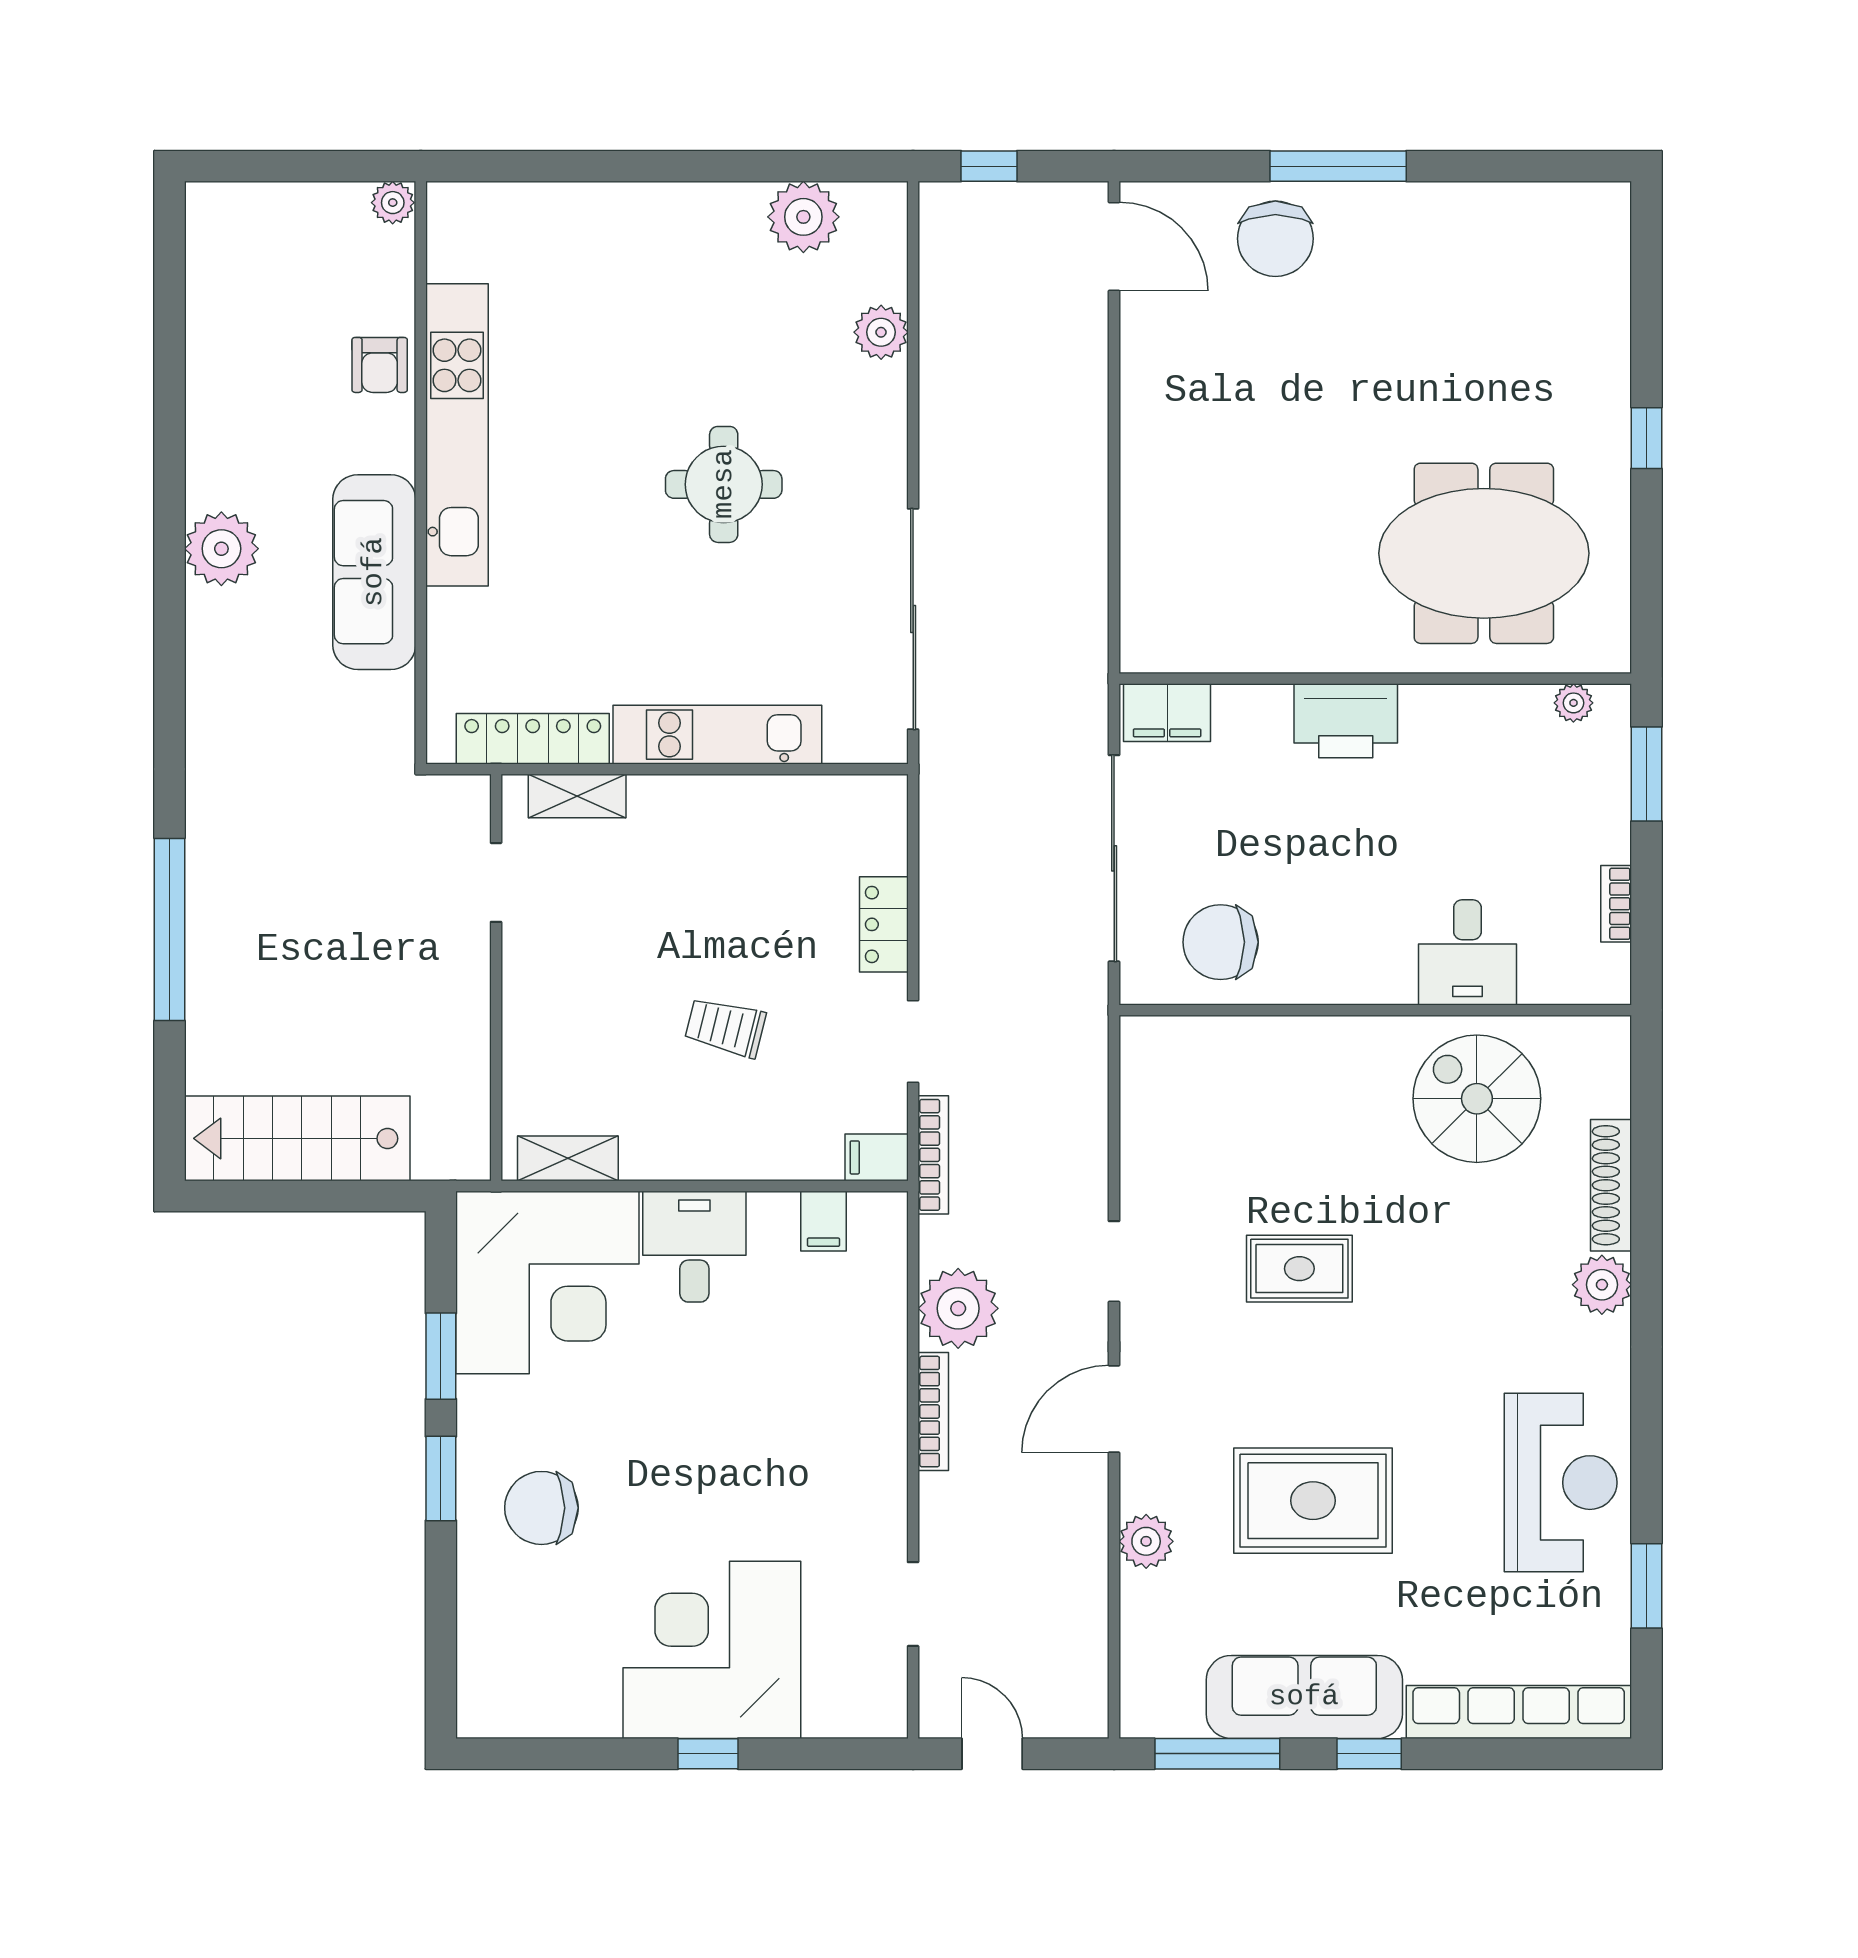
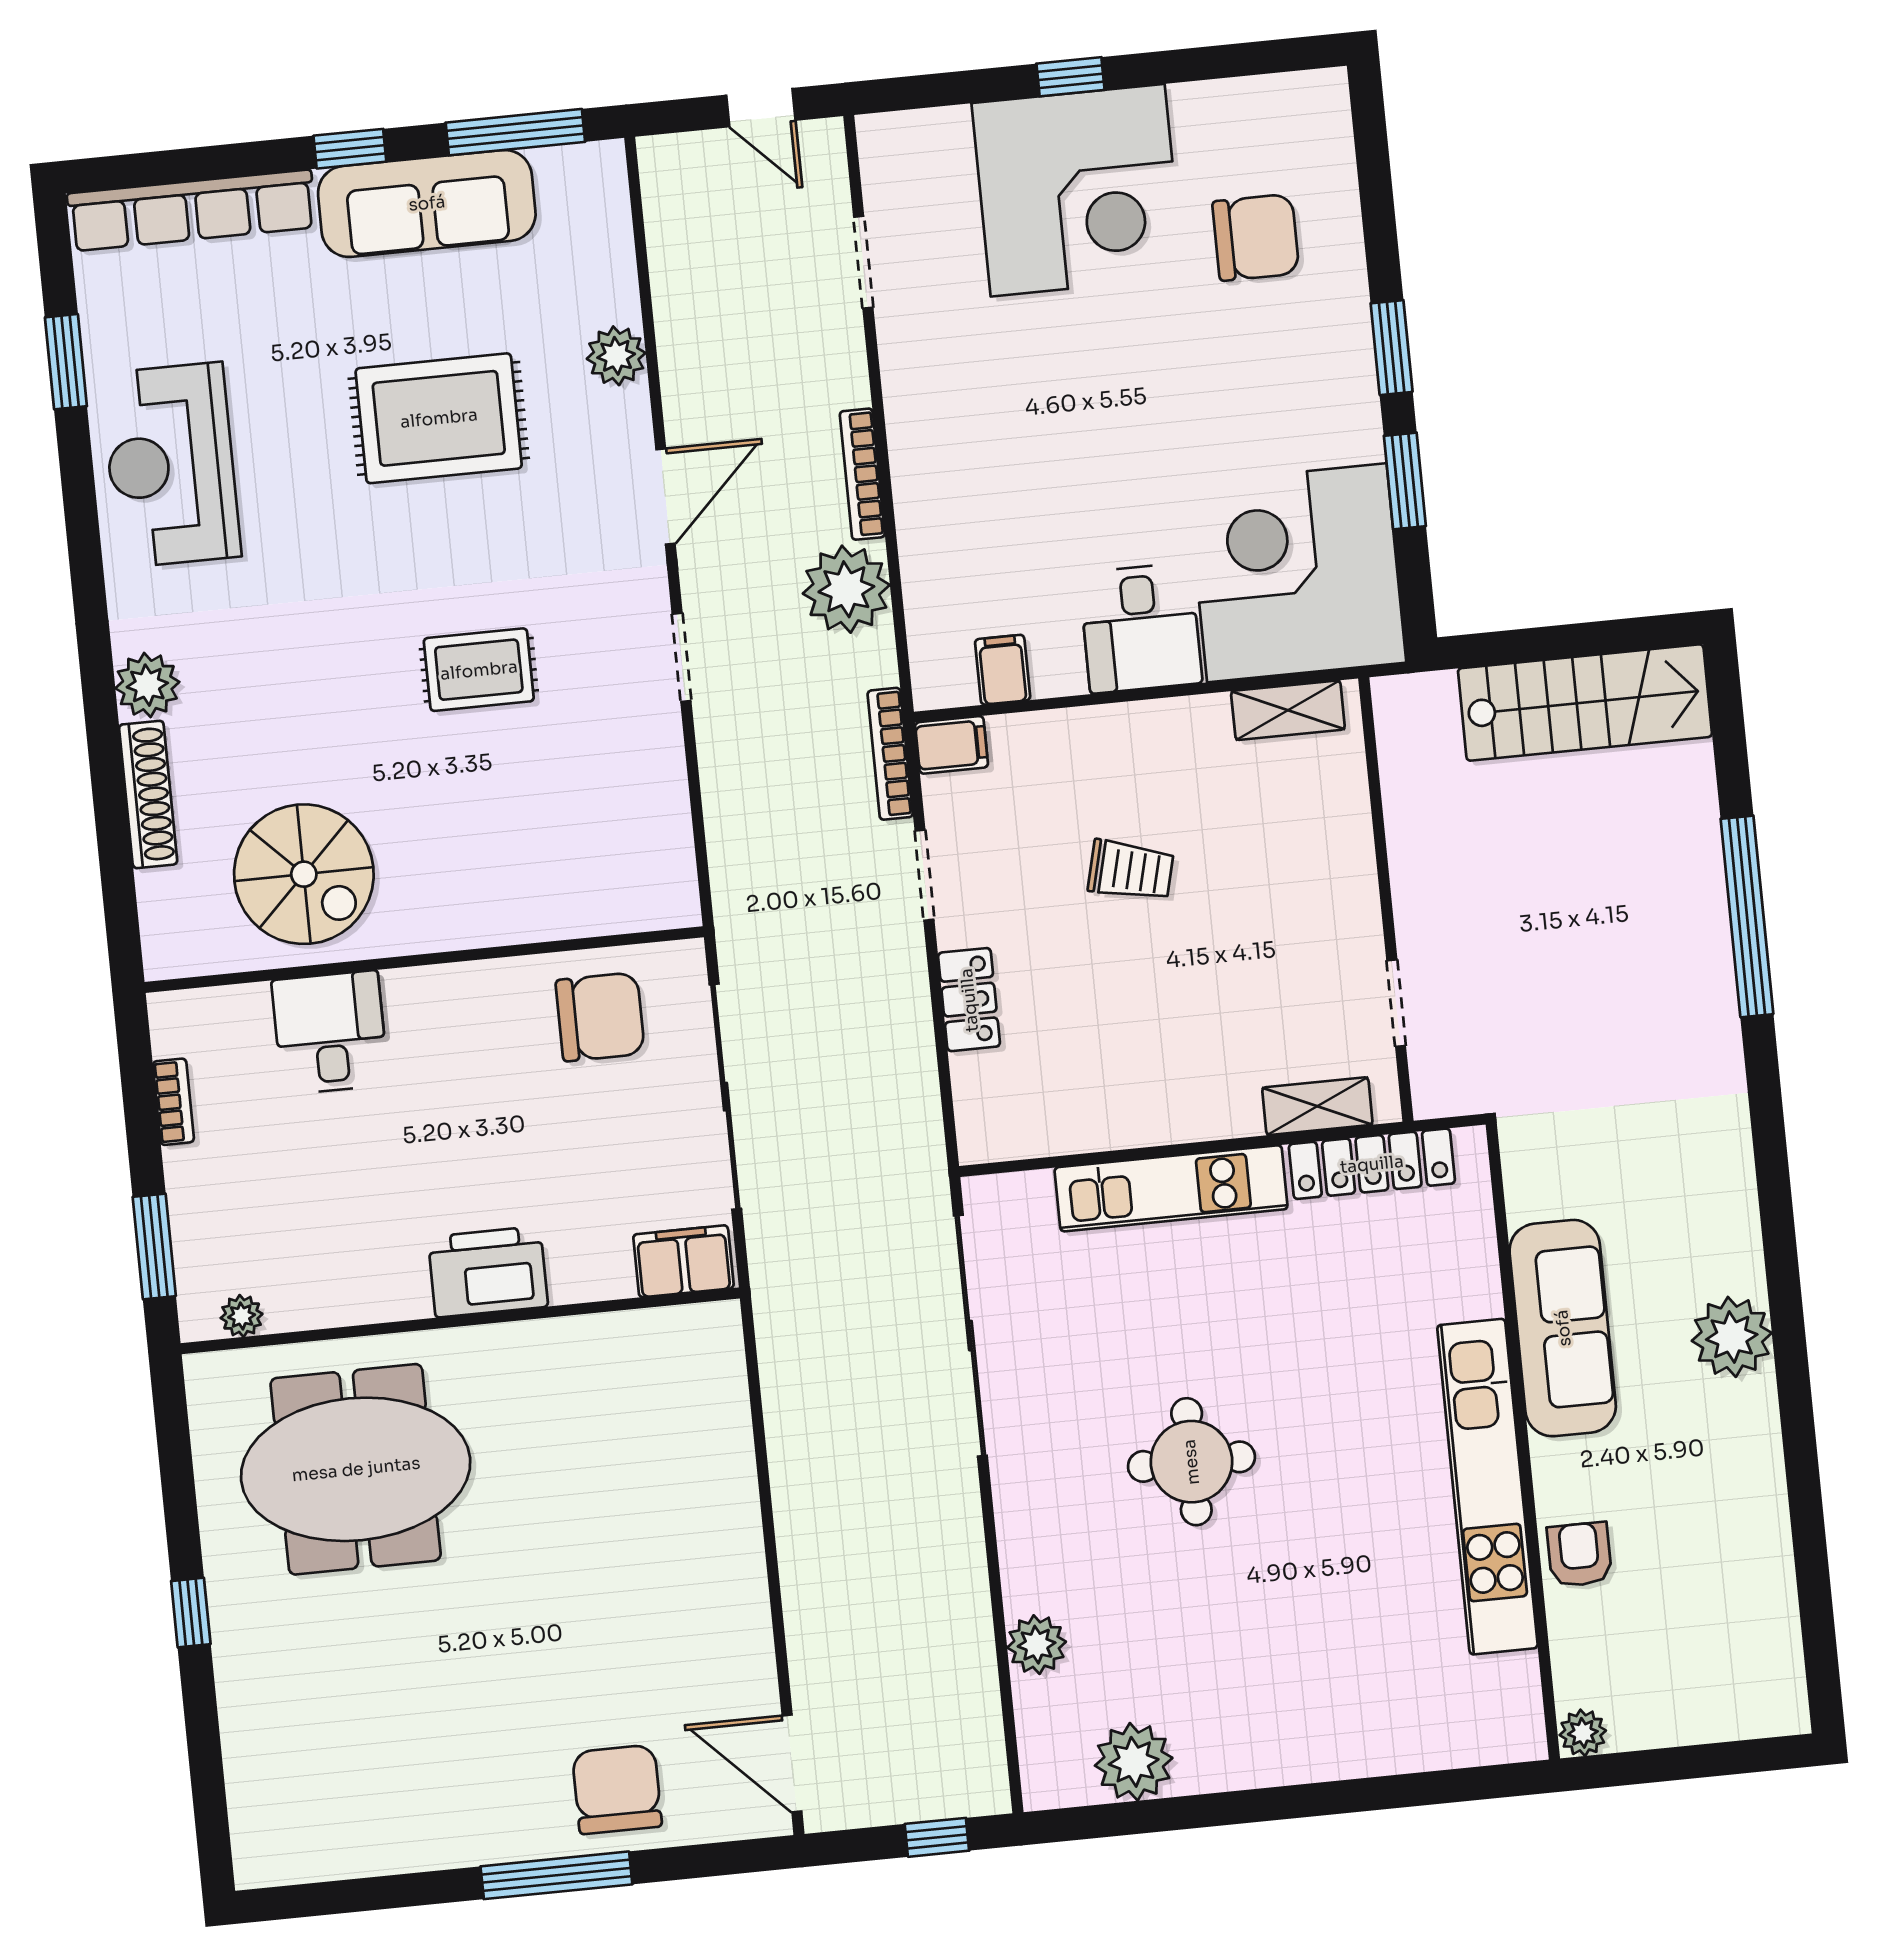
chair: (541, 1508) -> (1256, 237), moved

